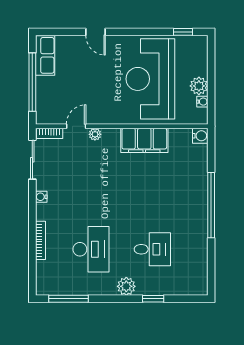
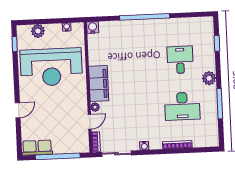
plant: (199, 86) -> (38, 31), moved
door: (76, 126) -> (90, 122), swing flipped
filing cabinet: (144, 140) -> (99, 84), moved
desk: (91, 249) -> (182, 106), turned 180
window: (68, 299) -> (220, 104), moved
window: (153, 299) -> (217, 43), moved

